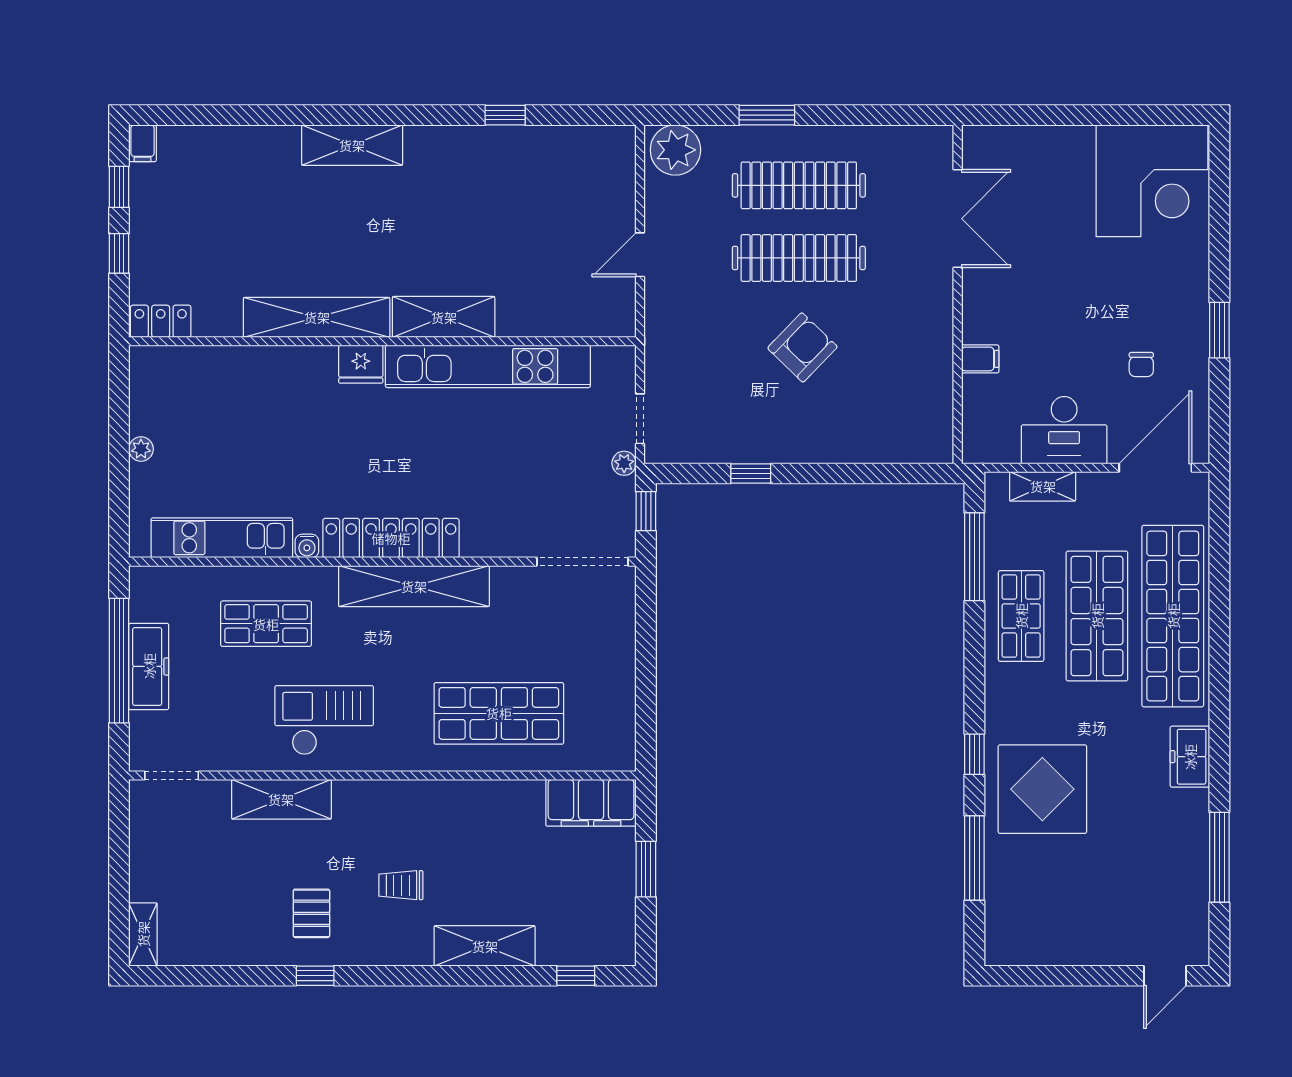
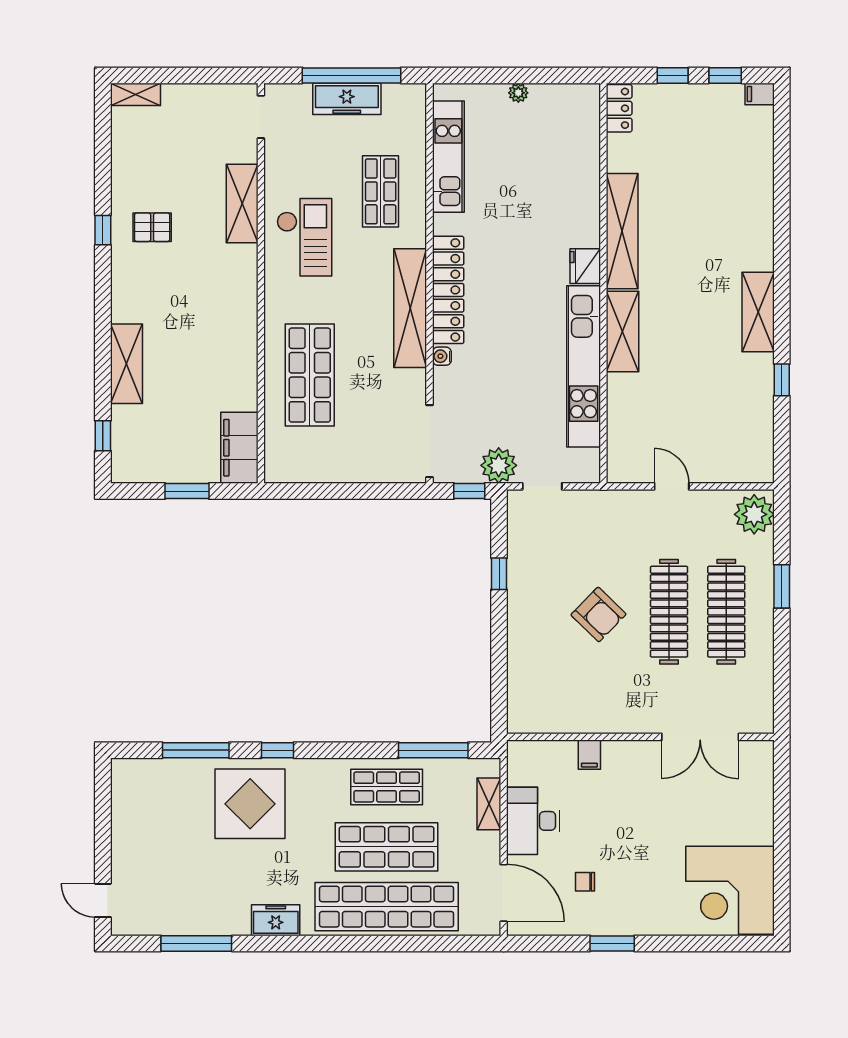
shelving: (352, 145) -> (758, 312), moved
plant: (624, 463) -> (499, 465), width x1.88, depth x1.88
water cooler: (307, 546) -> (442, 356), moved
trolley: (401, 885) -> (174, 298), removed

